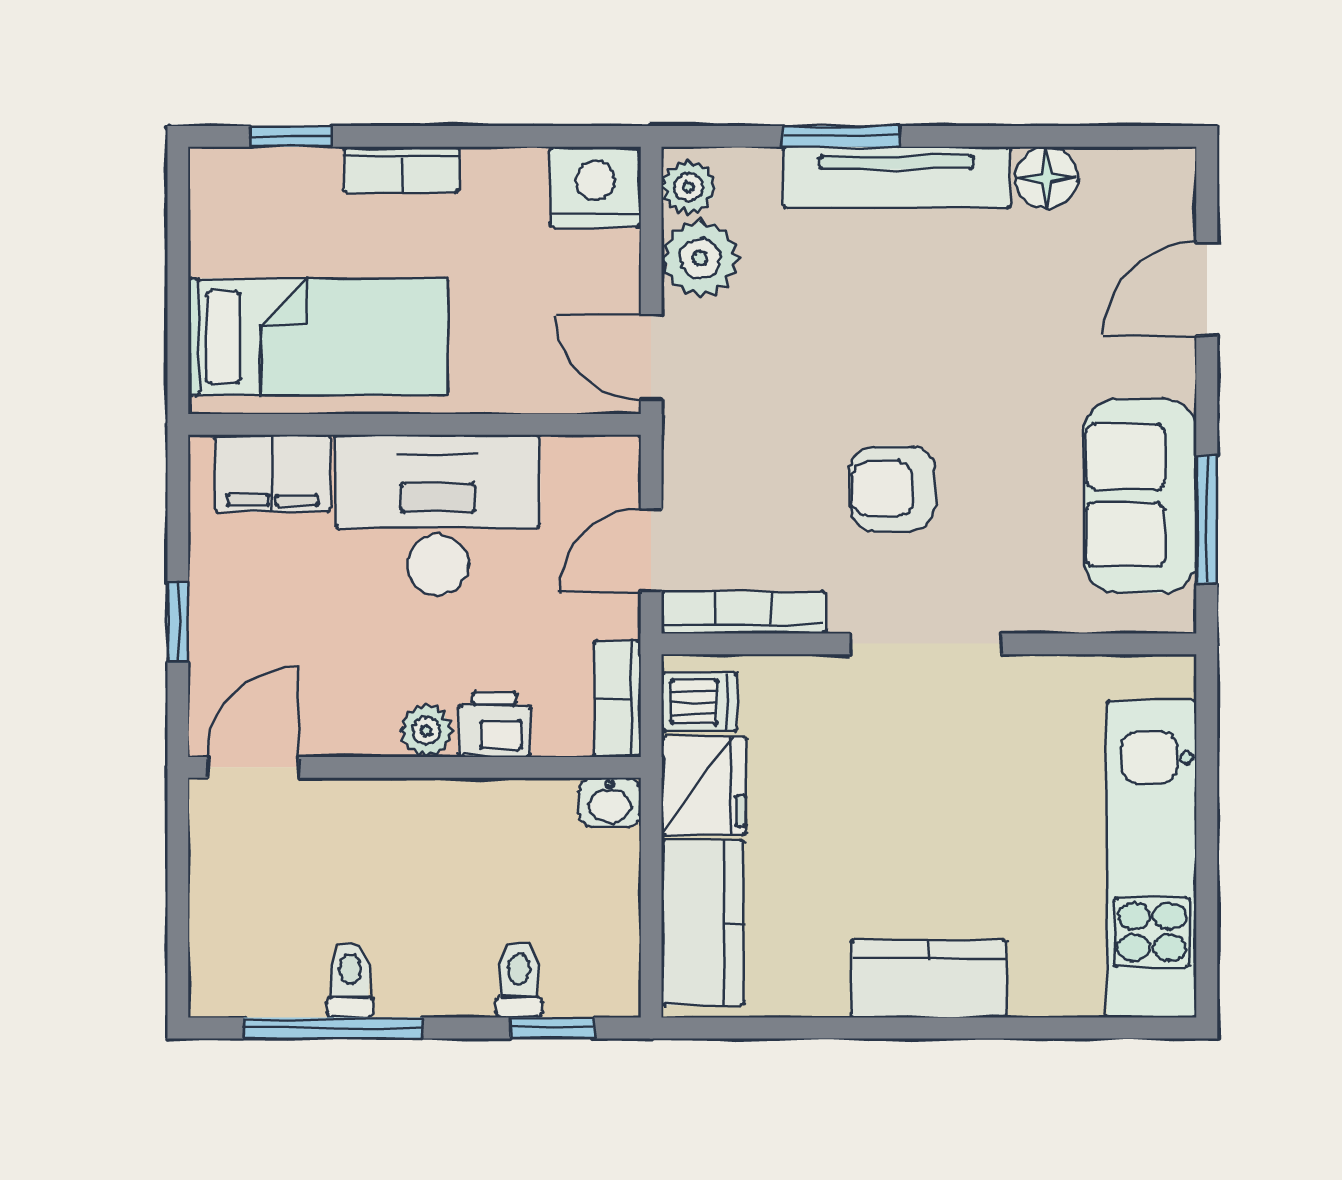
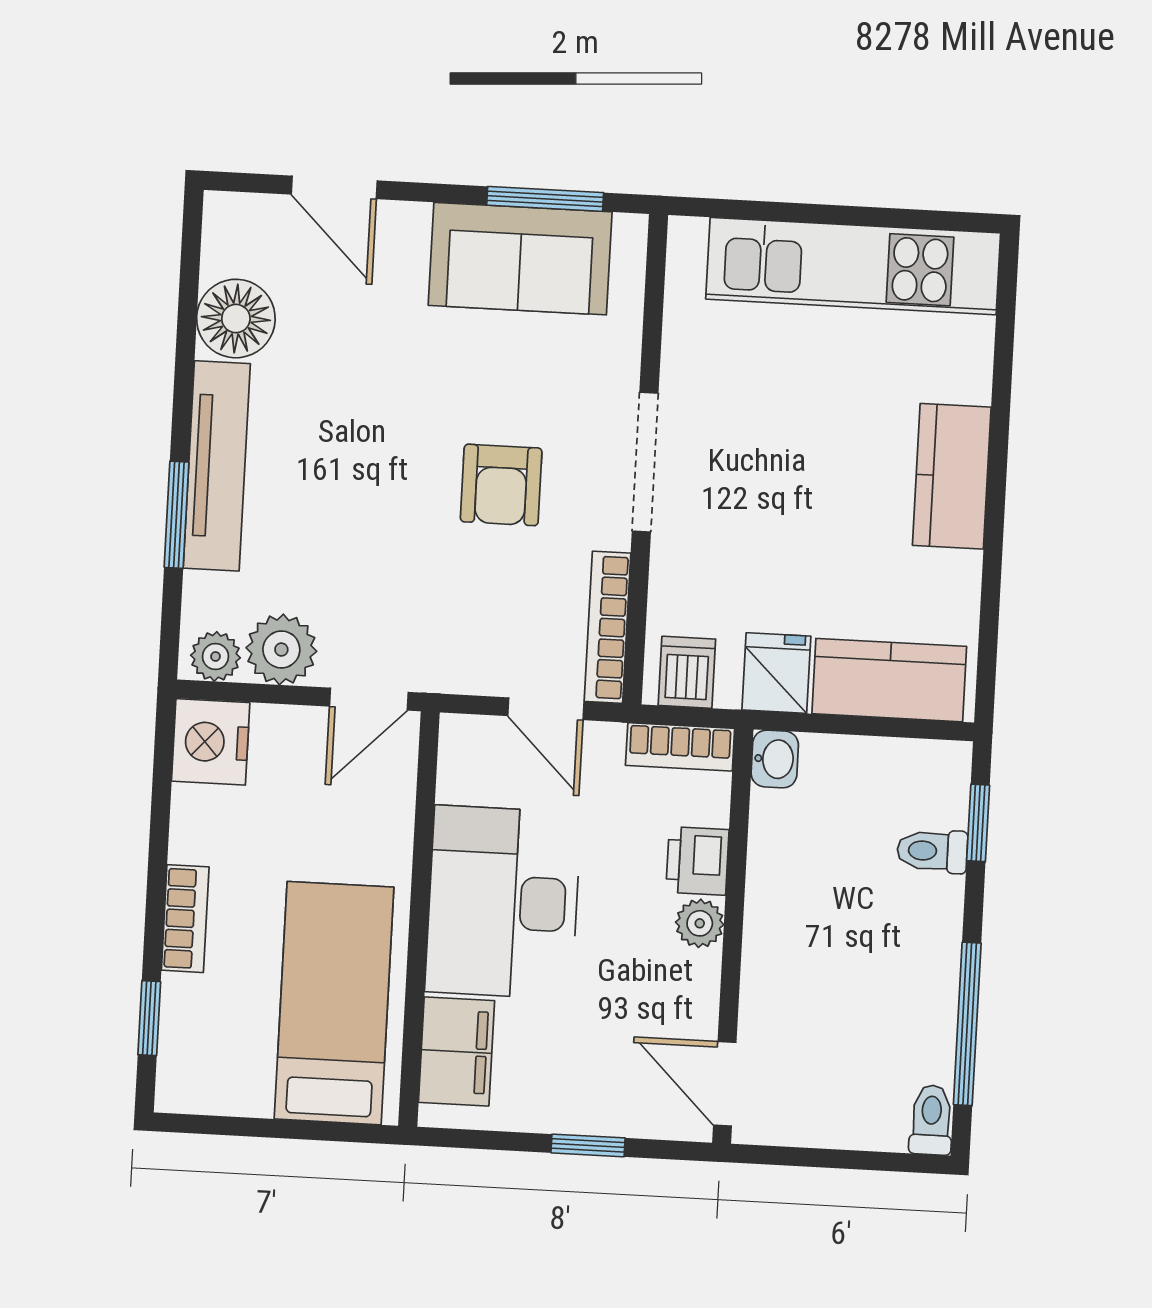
floor lamp: (1046, 178) -> (236, 319), width x1.38, depth x1.38
fridge: (704, 786) -> (776, 673), width x0.72
toilet: (350, 980) -> (931, 1120), moved, turned 90

